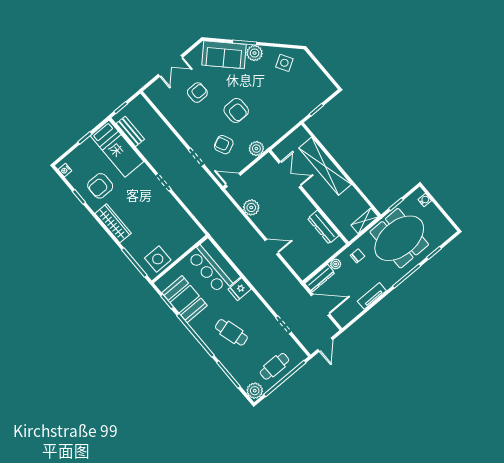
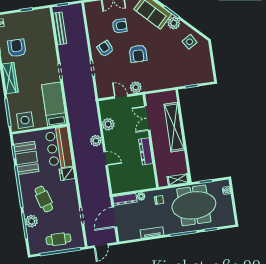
bench: (130, 131) -> (60, 28), width x1.36
armchair: (224, 145) -> (105, 49), moved
bed: (117, 149) -> (54, 104), moved, turned 180
double door: (290, 174) -> (147, 118), swing flipped
door: (233, 180) -> (121, 96), moved
armchair: (100, 186) -> (17, 48), turned 90
dresser: (323, 227) -> (146, 151), moved
plant: (249, 234) -> (96, 141), added
door: (320, 305) -> (114, 217), swing flipped
plant: (255, 391) -> (31, 221), moved

